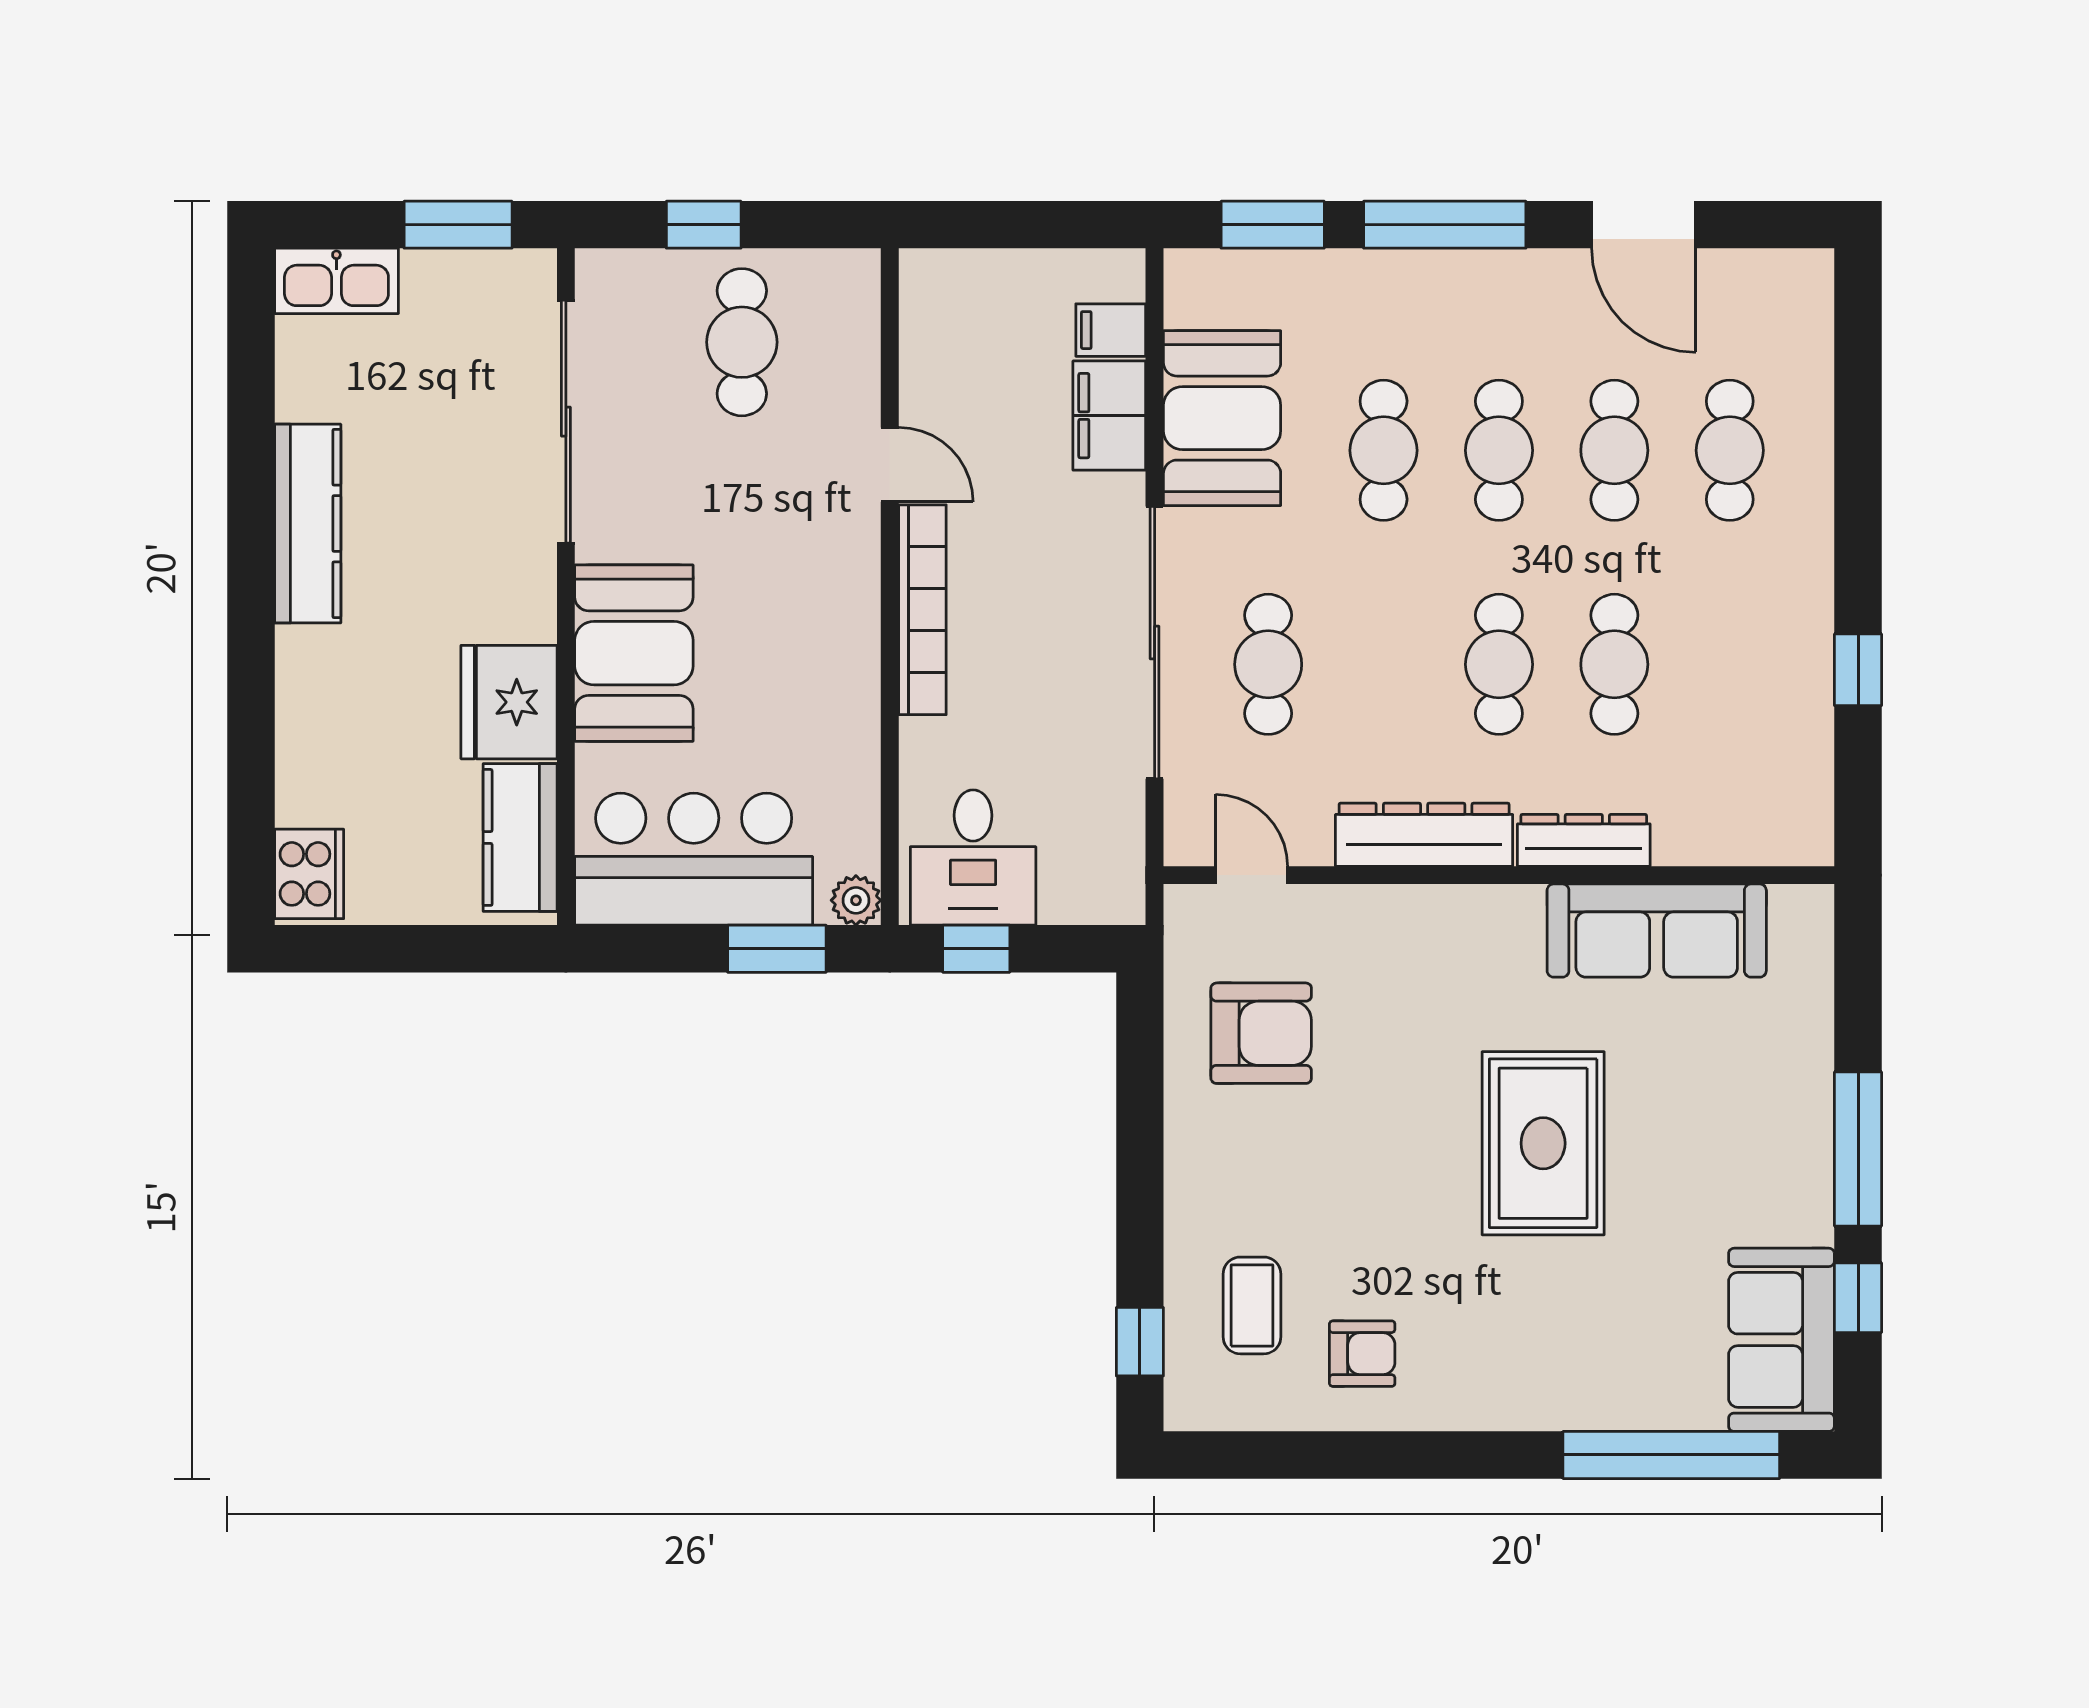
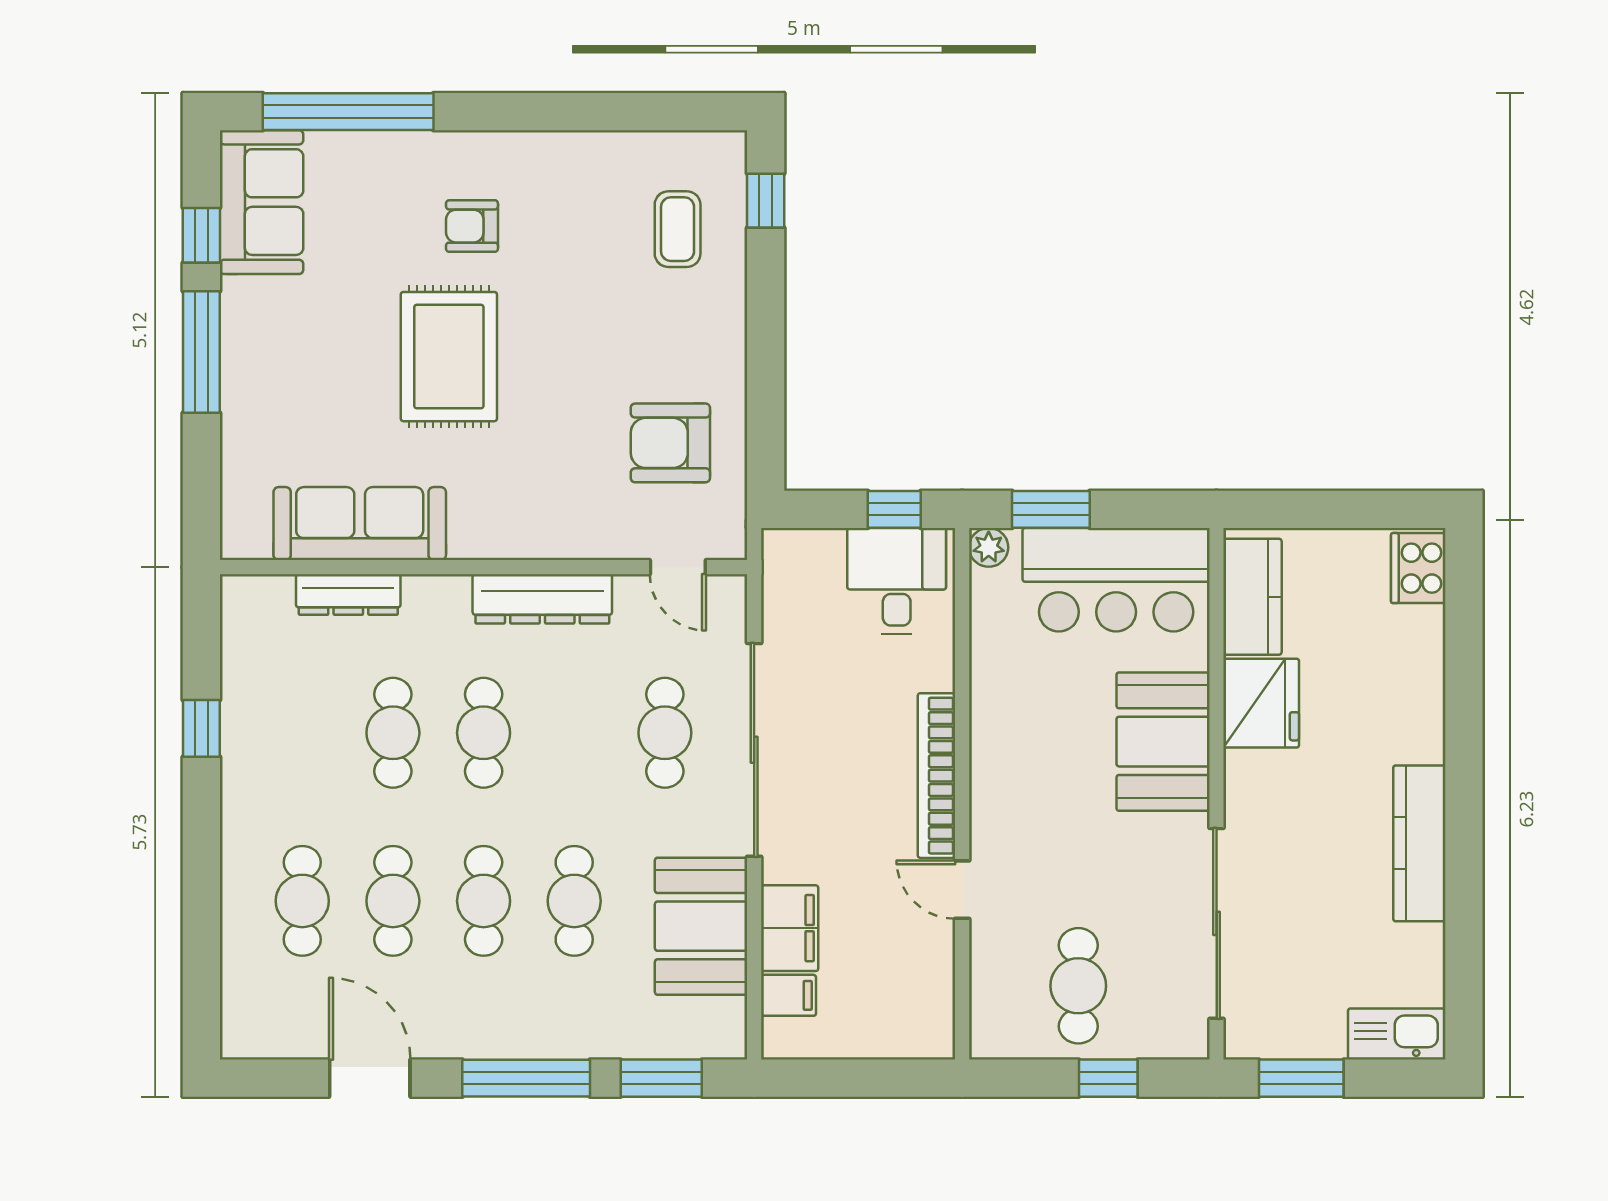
dresser: (1584, 840) -> (348, 594), moved
armchair: (1362, 1354) -> (472, 226), moved

